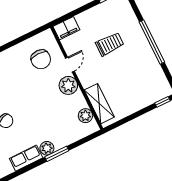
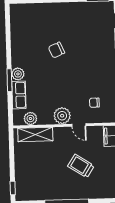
trolley: (110, 44) -> (81, 166), turned 123
chair: (41, 59) -> (94, 103), width x0.54, depth x0.54
row of seats: (26, 158) -> (19, 95), moved

